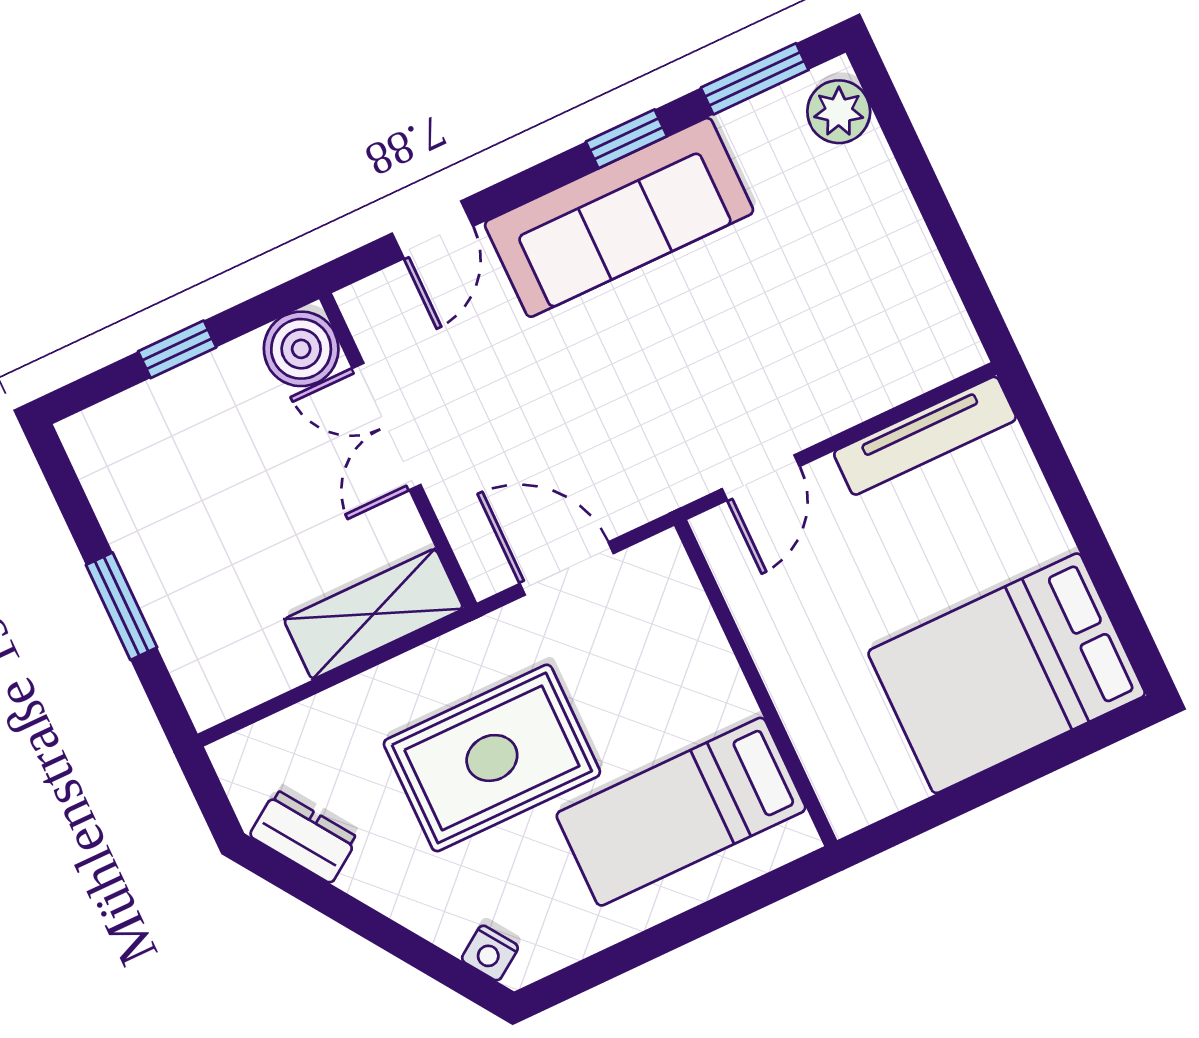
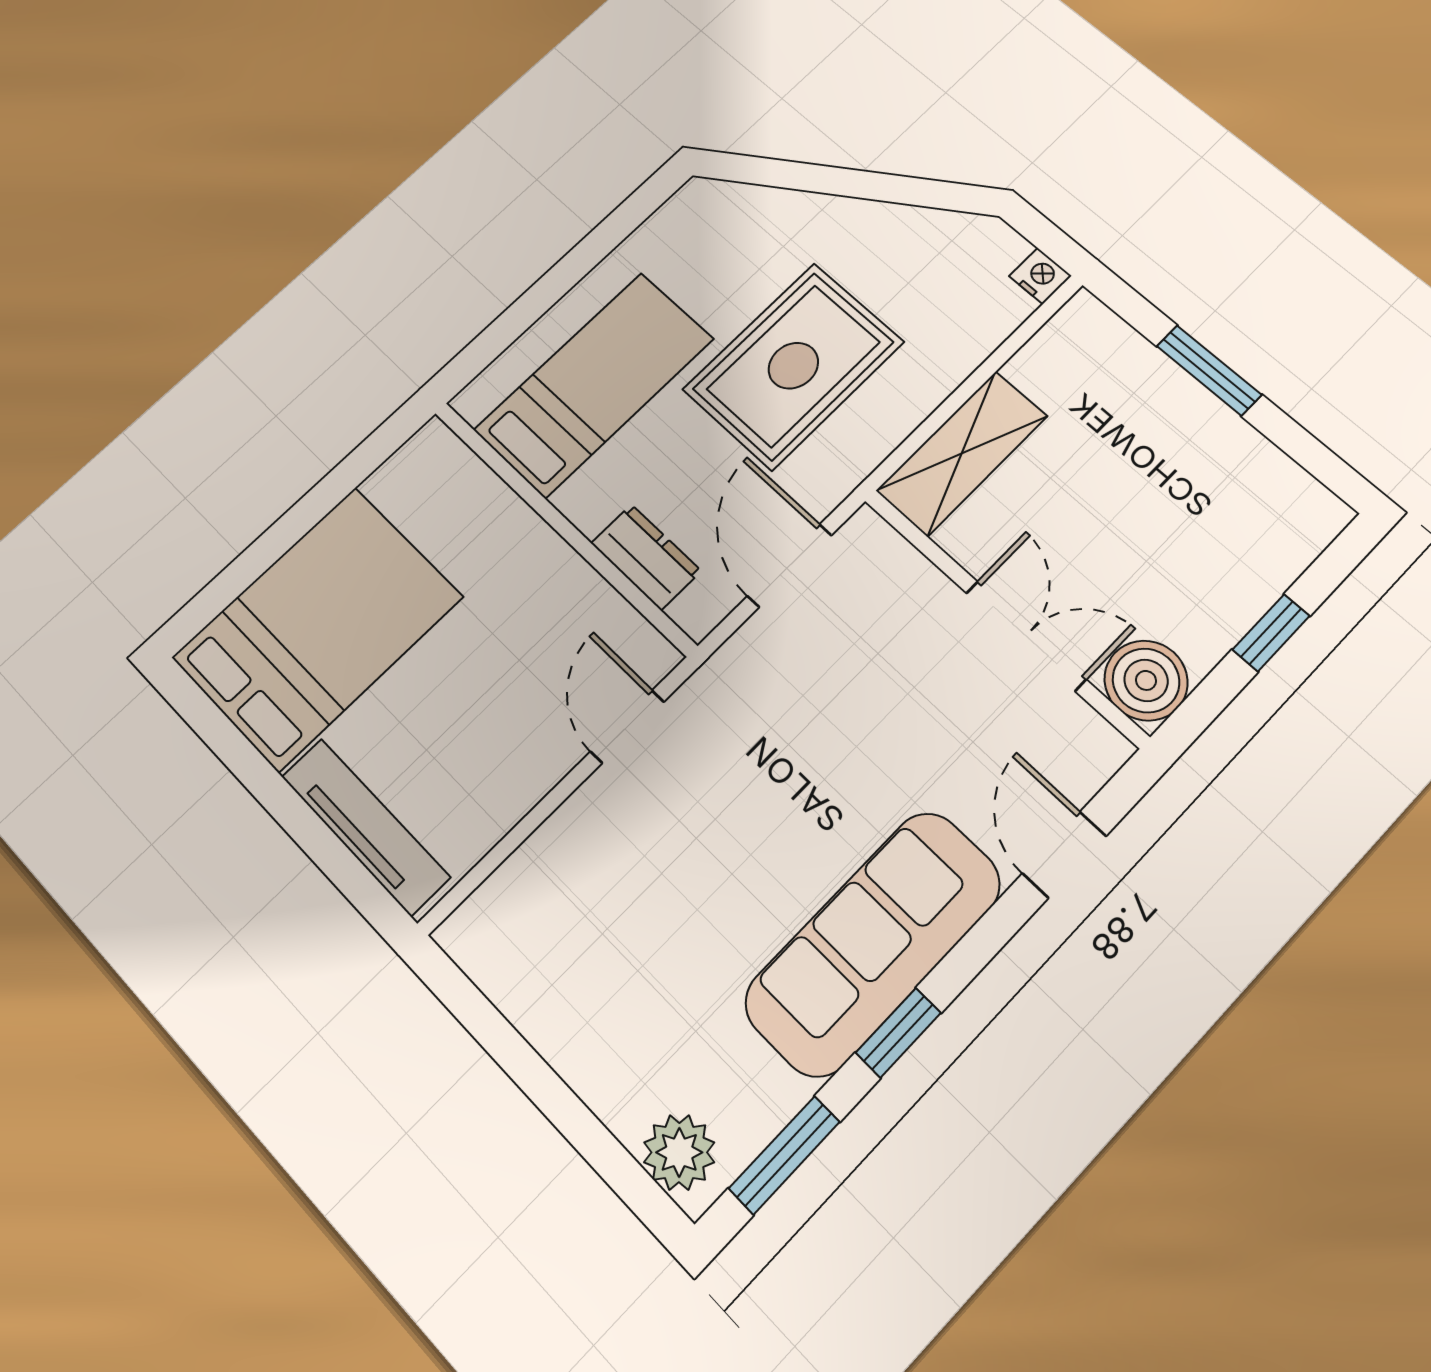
tv unit: (925, 436) -> (365, 827), moved, turned 90
door: (567, 569) -> (790, 566), swing flipped
dresser: (304, 837) -> (646, 557), moved, turned -146
nightstand: (490, 953) -> (1040, 276), moved, turned 34

